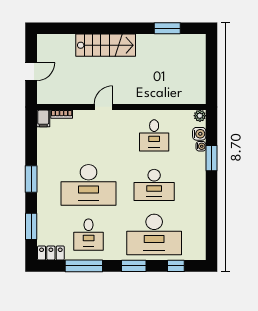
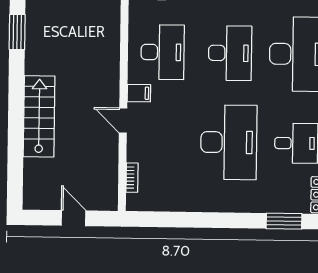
filing cabinet: (43, 118) -> (139, 93), moved
desk: (154, 135) -> (163, 52), width x1.37
window: (31, 179) -> (220, 220), removed

